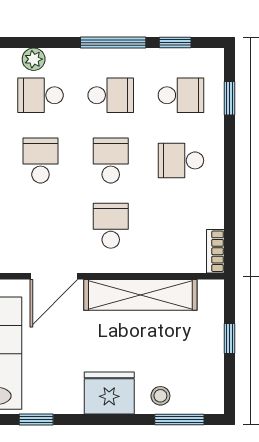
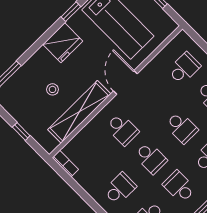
school desk: (111, 95) -> (179, 187), turned 90
fridge: (109, 393) -> (63, 43), moved
stool: (160, 396) -> (52, 89), moved

